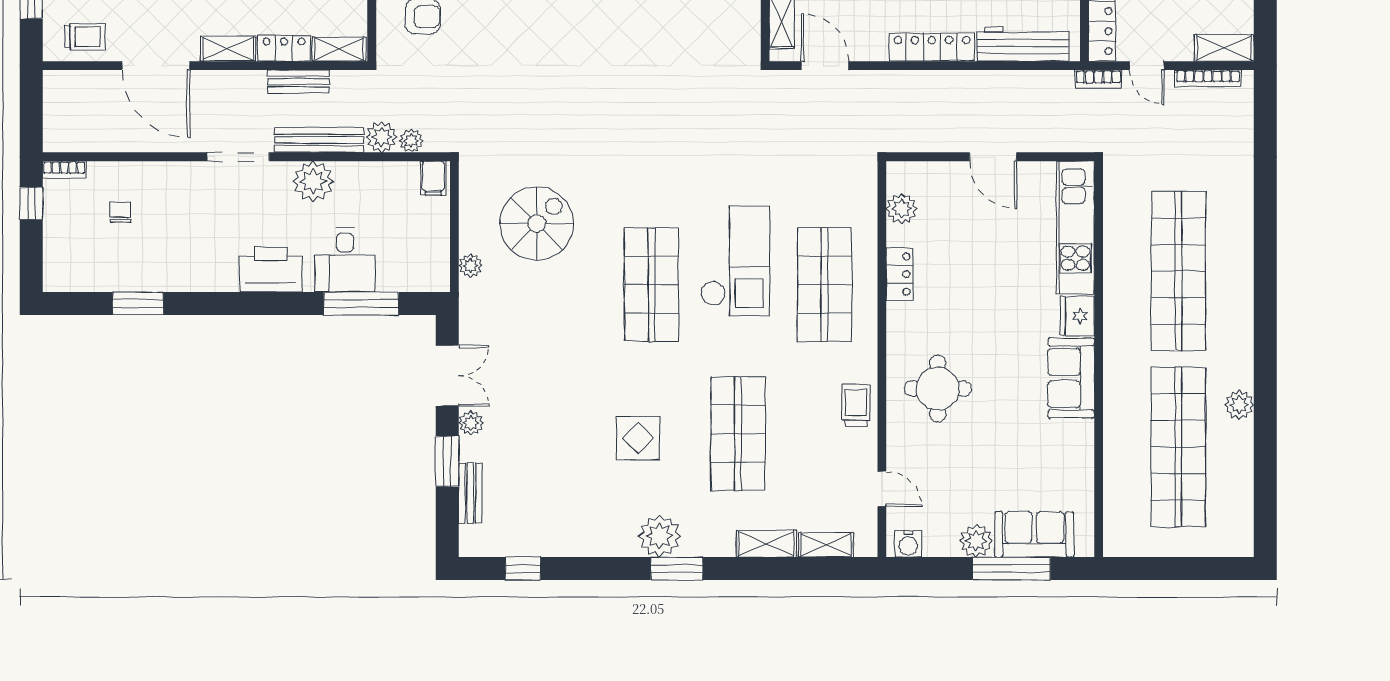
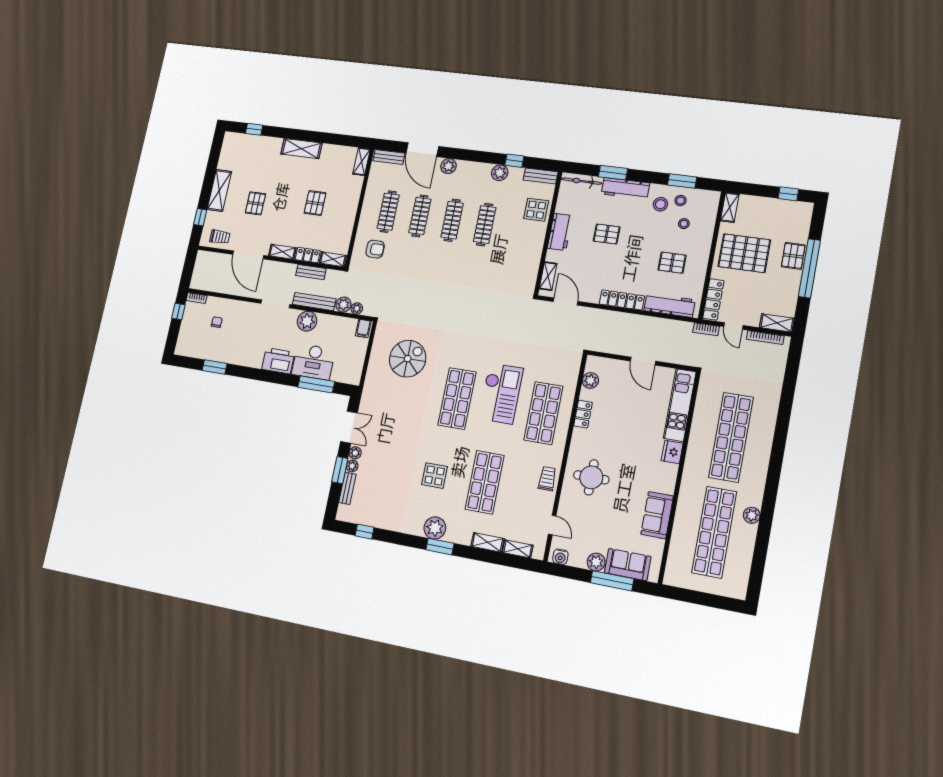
desk: (345, 260) -> (313, 362), width x1.37
plant: (470, 266) -> (352, 466), moved
sofa: (1071, 378) -> (657, 515), moved

